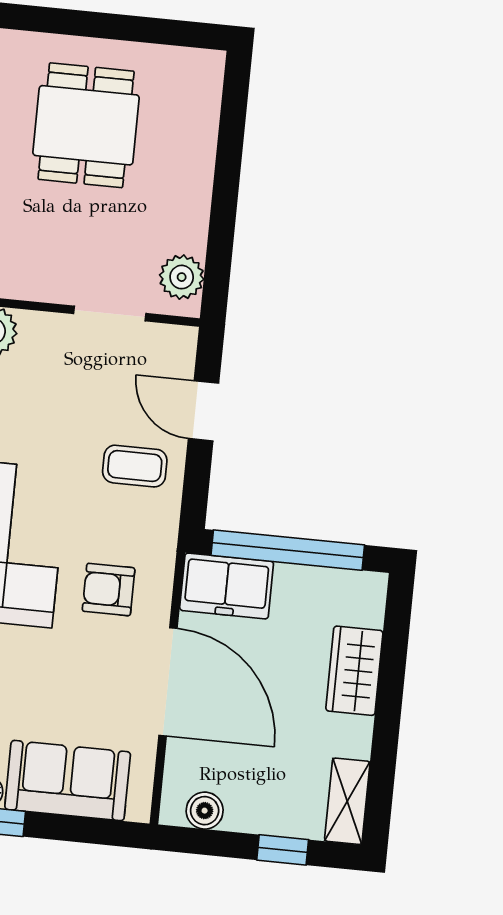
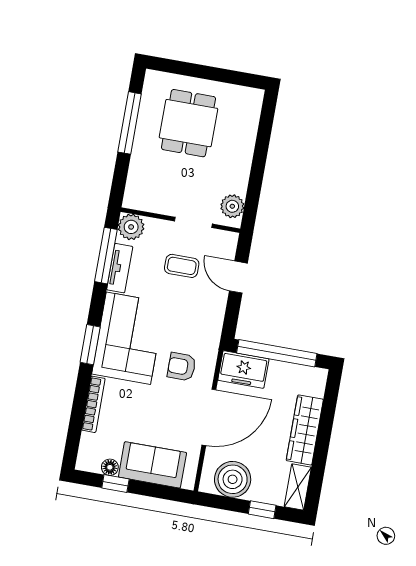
coffee table: (135, 466) -> (182, 266), moved
wardrobe: (354, 671) -> (305, 430), width x1.50
door: (168, 682) -> (209, 417), hinge flipped
boiler: (205, 811) -> (233, 479), width x1.86, depth x1.86

